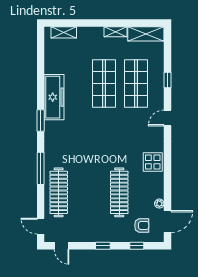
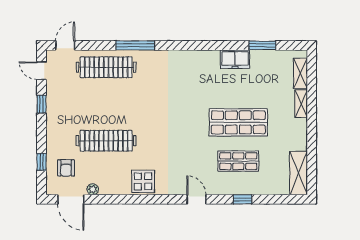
shelving: (116, 32) -> (301, 104), moved
shop shelf: (136, 83) -> (238, 161), width x0.70, depth x0.74
freezer: (54, 97) -> (235, 59), width x0.52, depth x0.79
window: (41, 120) -> (262, 45), moved
door: (62, 246) -> (42, 71), hinge flipped
window: (103, 246) -> (42, 104), moved

